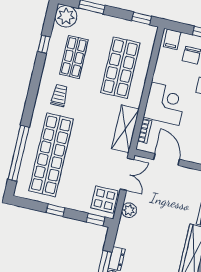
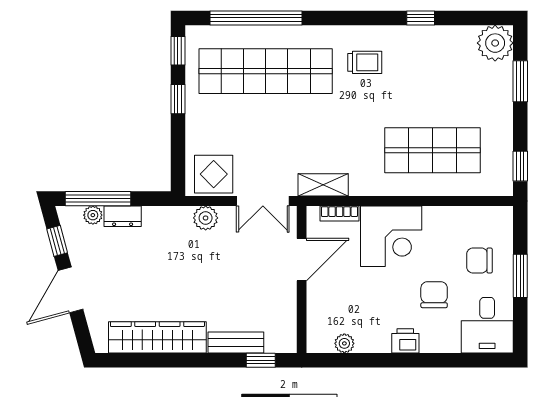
filing cabinet: (172, 39) -> (498, 223), removed
window: (44, 44) -> (421, 18), moved
shop shelf: (74, 57) -> (432, 71), removed
shelving: (125, 129) -> (323, 185), width x0.67, depth x0.75
window: (96, 219) -> (178, 51), moved

